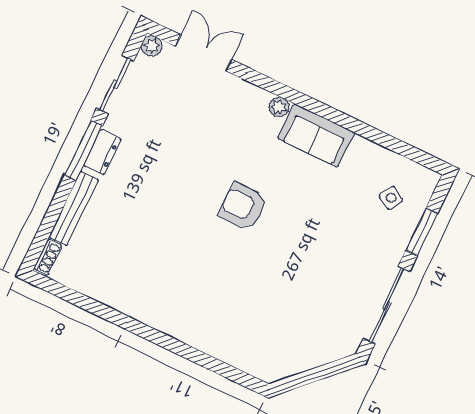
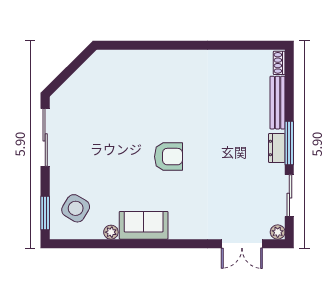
plant: (279, 107) -> (111, 232), moved
side table: (391, 198) -> (76, 208), width x1.87, depth x1.87
window: (422, 232) -> (45, 213), moved

